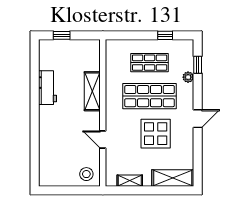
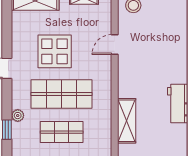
shelving: (92, 91) -> (127, 121), moved
door: (103, 140) -> (115, 45), swing flipped

